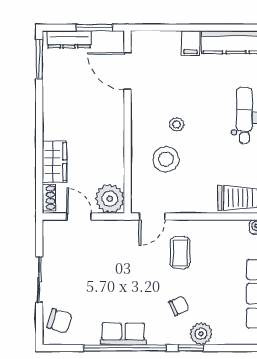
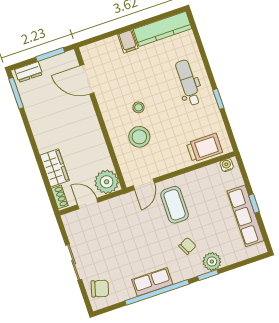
dresser: (69, 39) -> (29, 72), width x0.70
coffee table: (180, 253) -> (175, 205), width x1.36, depth x1.30

